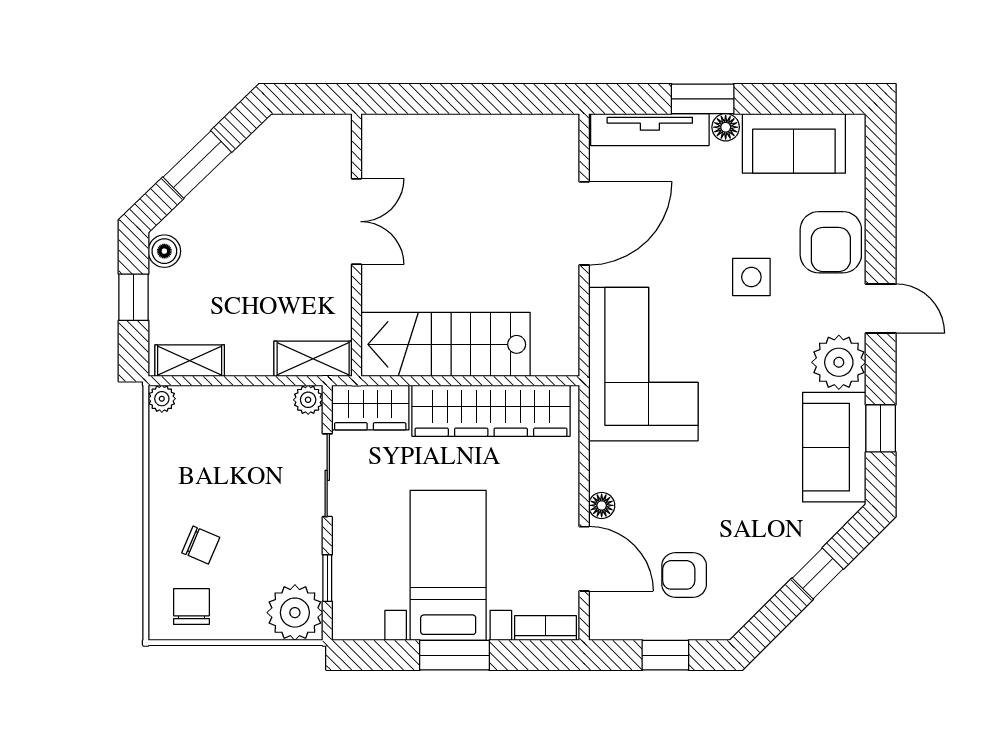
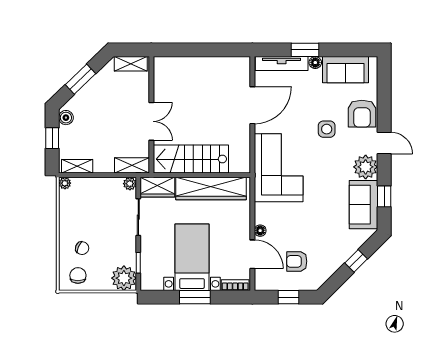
shelving: (310, 130) -> (131, 64), added
double door: (357, 222) -> (151, 121), moved

